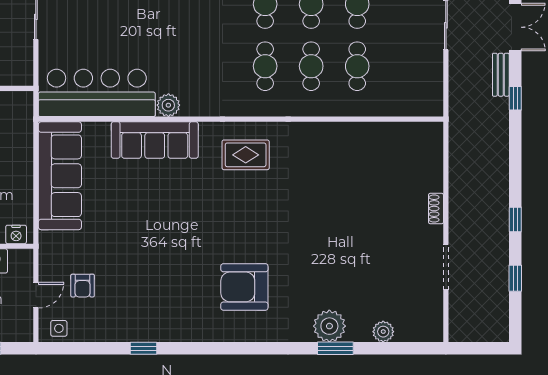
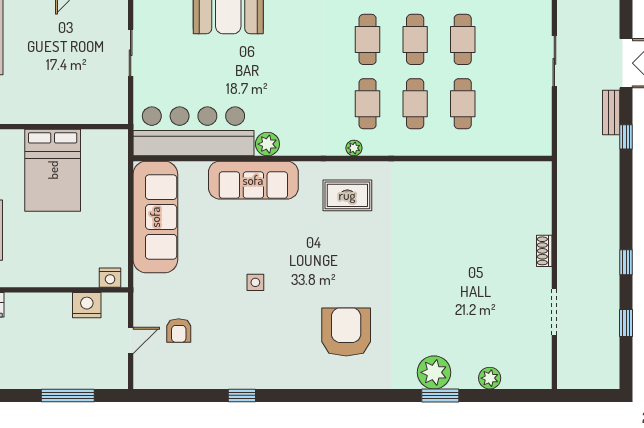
plant: (252, 109) -> (354, 148), added
armchair: (244, 287) -> (346, 332), turned 90
side table: (59, 328) -> (255, 282), moved

